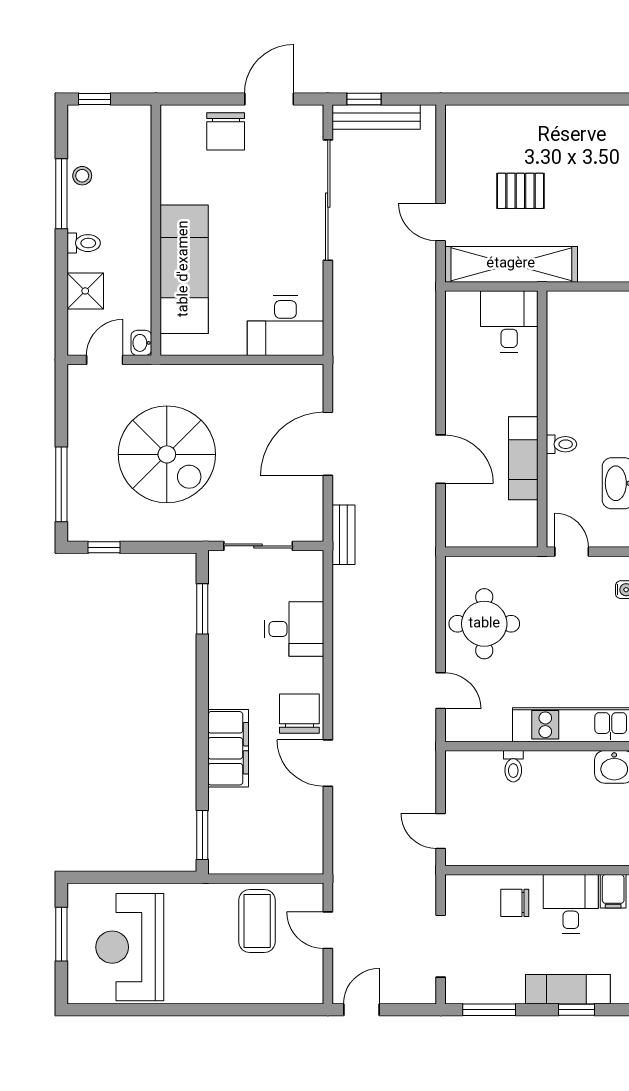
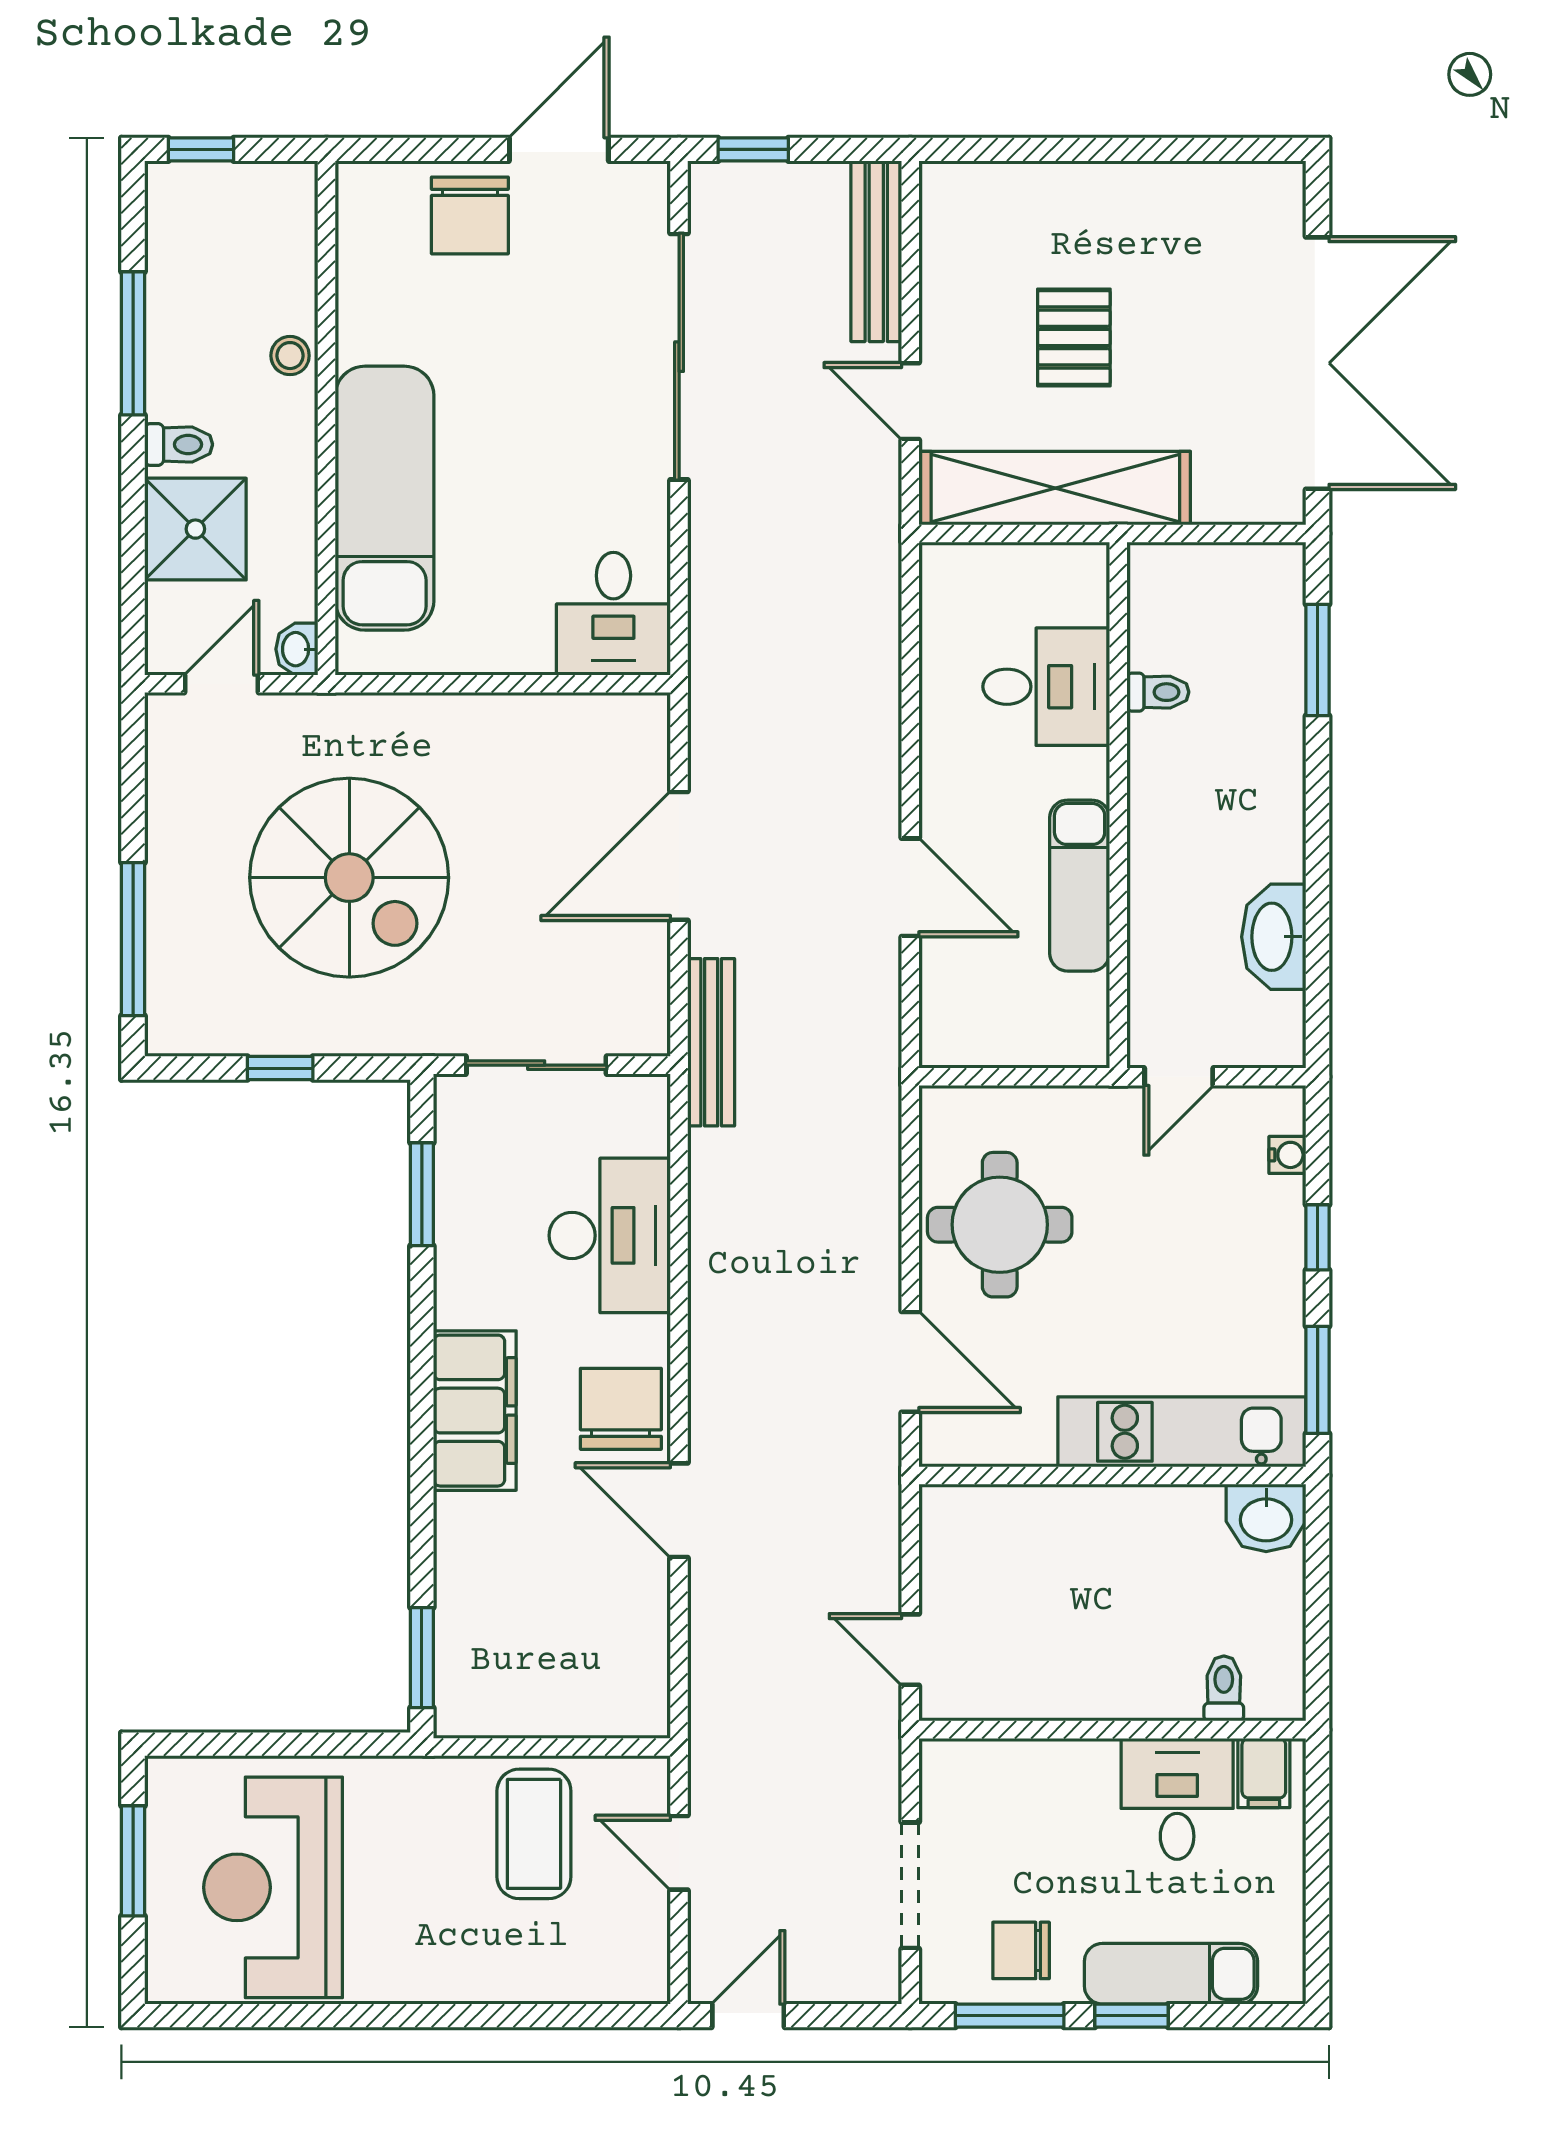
bench: (376, 117) -> (876, 251), moved, turned 90
stool: (82, 176) -> (290, 356), moved
pallet: (520, 191) -> (1074, 337), turned 90
shower: (85, 291) -> (195, 529), width x1.36, depth x1.36
desk: (509, 322) -> (1046, 687), moved, turned 90
desk: (285, 326) -> (613, 614), width x0.73
toilet: (561, 444) -> (1158, 692), moved
bench: (343, 535) -> (711, 1042), width x1.36
window: (104, 547) -> (280, 1068), moved
door: (572, 552) -> (1179, 1077), swing flipped
desk: (294, 629) -> (610, 1235), width x1.37
door: (441, 691) -> (910, 1362), width x1.38
filing cabinet: (228, 748) -> (475, 1411), moved
toilet: (513, 766) -> (1224, 1688), moved, turned 180
chair: (515, 903) -> (1021, 1950), moved
window: (576, 1010) -> (1132, 2016), moved

